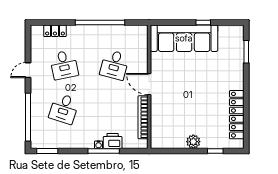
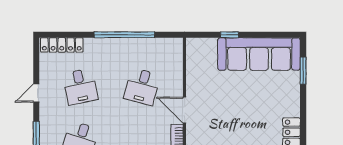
window: (203, 22) -> (230, 35), moved
locker: (55, 31) -> (62, 45), width x1.53
sofa: (184, 38) -> (259, 54), moved

